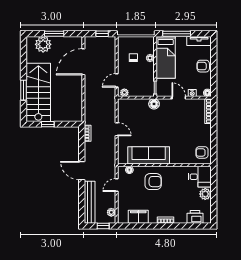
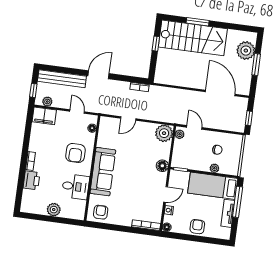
tv unit: (199, 41) -> (228, 213), moved
plant: (125, 106) -> (164, 133), added
door: (117, 129) -> (128, 118), moved
sofa: (149, 155) -> (103, 172), moved
desk: (200, 177) -> (76, 187), moved, turned -90
filing cabinet: (138, 217) -> (44, 116), moved, turned 90
printer: (195, 217) -> (31, 180), moved

